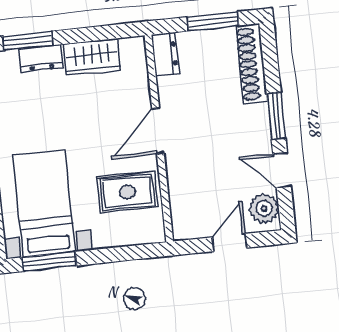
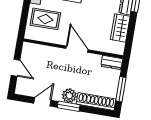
rug: (127, 192) -> (45, 19), moved, turned 90
plant: (264, 208) -> (69, 96), moved

